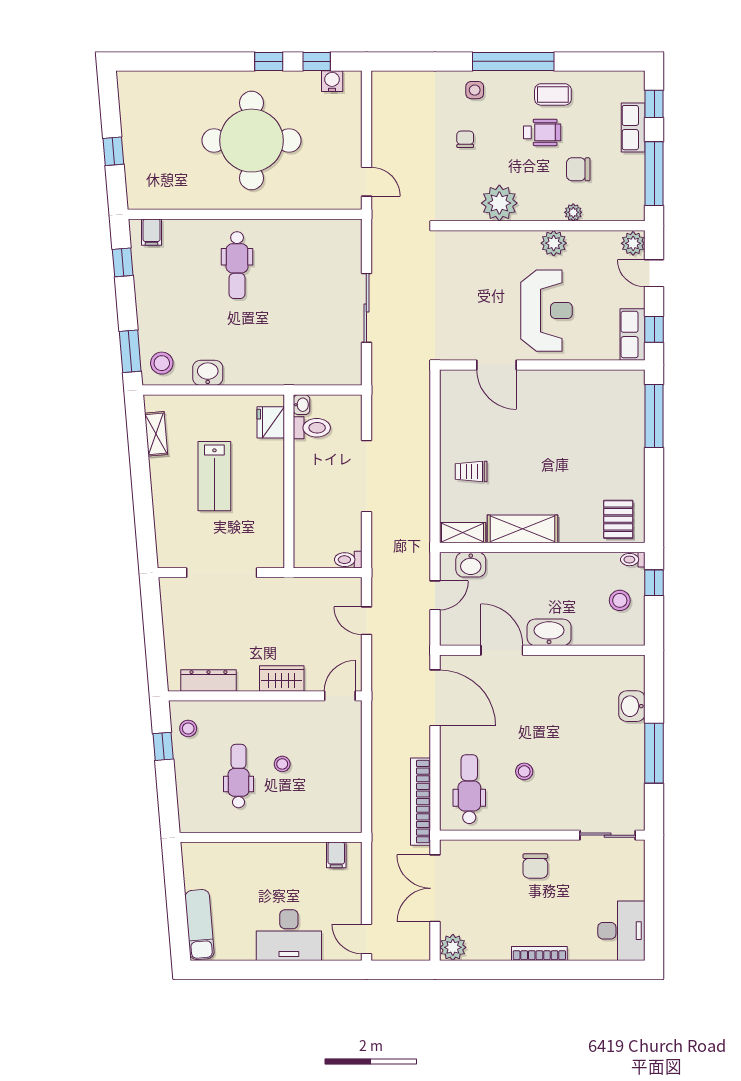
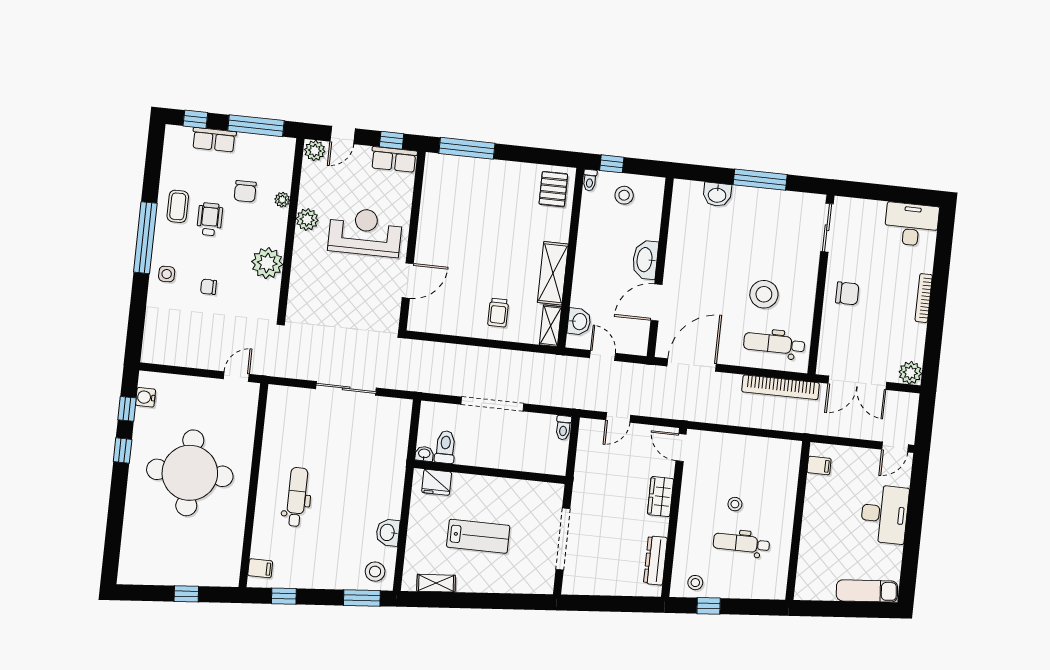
dental chair: (237, 265) -> (297, 497), turned -90
pallet: (618, 519) -> (553, 189), turned 90
stool: (524, 771) -> (764, 294), width x1.89, depth x1.89

